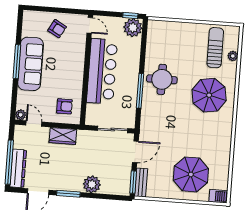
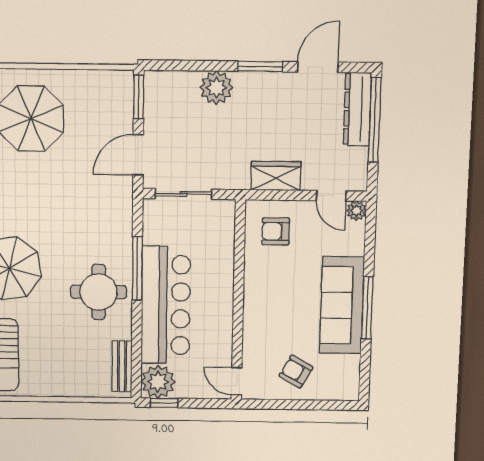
bar counter: (102, 71) -> (166, 305), moved, turned 180
bench: (141, 183) -> (122, 366), moved

